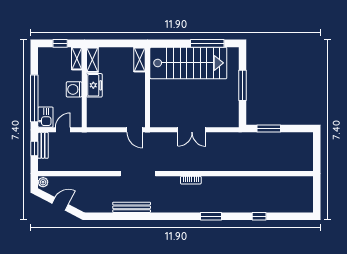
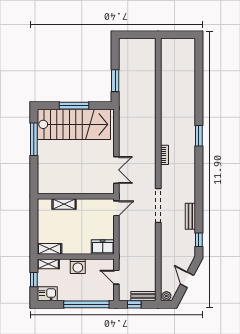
shelving: (140, 59) -> (64, 204), moved
stairs: (188, 63) -> (74, 124), moved, turned 90
freezer: (94, 85) -> (103, 247), moved
kitchen sink: (45, 117) -> (47, 294), moved
double door: (192, 130) -> (116, 170), moved
bench: (43, 145) -> (143, 296), moved
bench: (132, 207) -> (190, 216), width x0.73
window: (259, 216) -> (199, 240), moved

